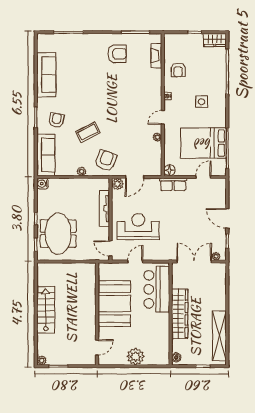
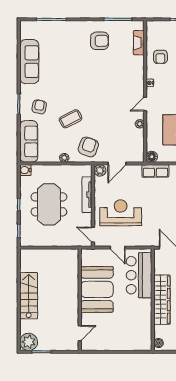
meeting table: (58, 234) -> (49, 204), moved
door: (135, 262) -> (118, 248), swing flipped
plant: (136, 357) -> (118, 342), removed
plant: (42, 360) -> (29, 342), width x1.87, depth x1.87

